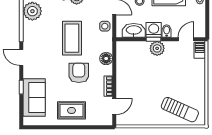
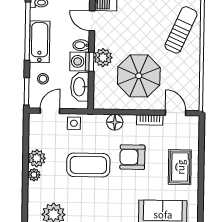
parasol: (143, 77) -> (139, 76), added

